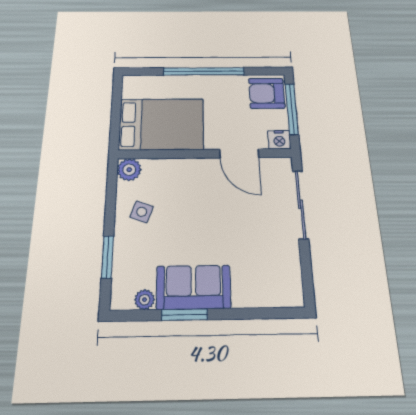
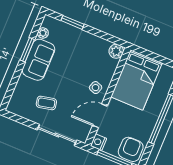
side table: (142, 212) -> (96, 88), moved
coffee table: (259, 243) -> (46, 103), added

